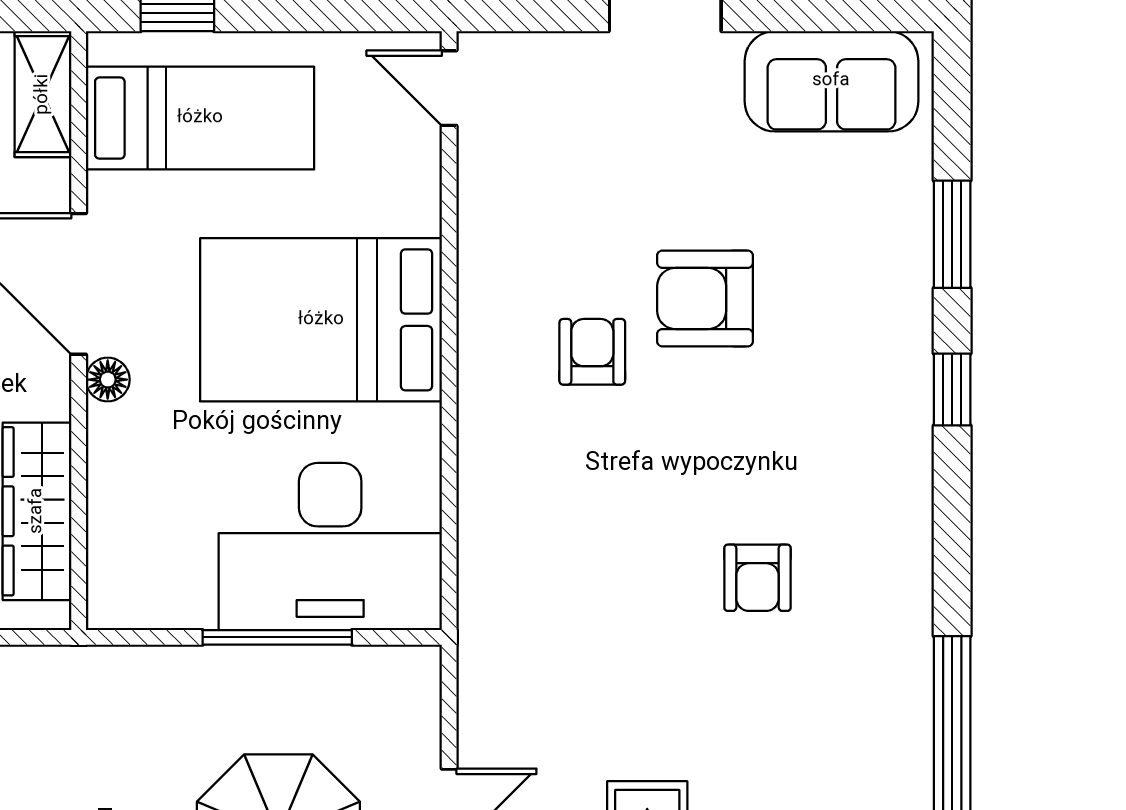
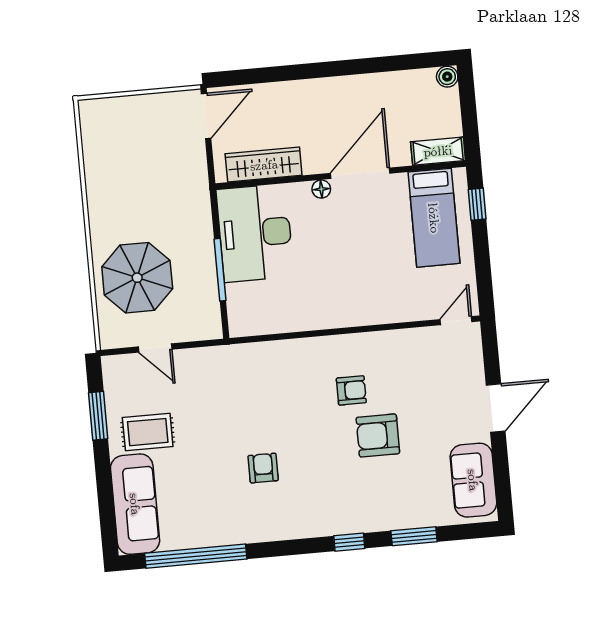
armchair: (705, 298) -> (378, 435), turned -90
bed: (321, 320) -> (354, 276), removed
desk: (330, 547) -> (255, 233), moved
armchair: (758, 578) -> (263, 468), turned 90

